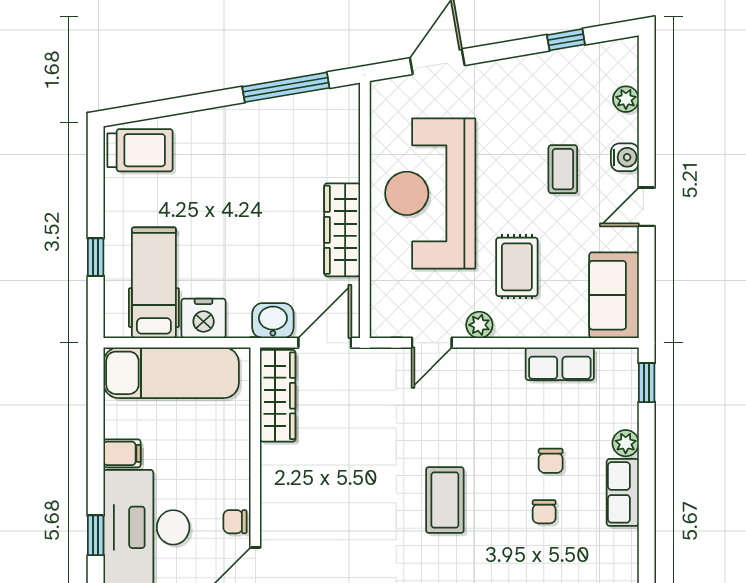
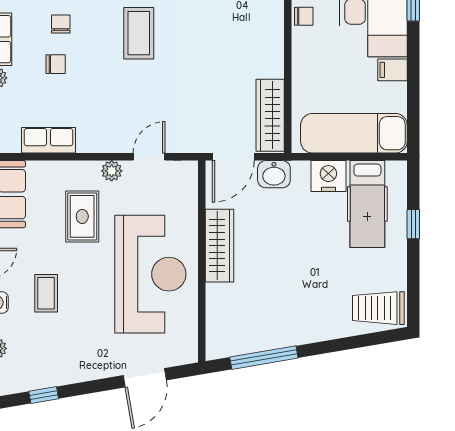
chair: (551, 461) -> (56, 64), turned 90

